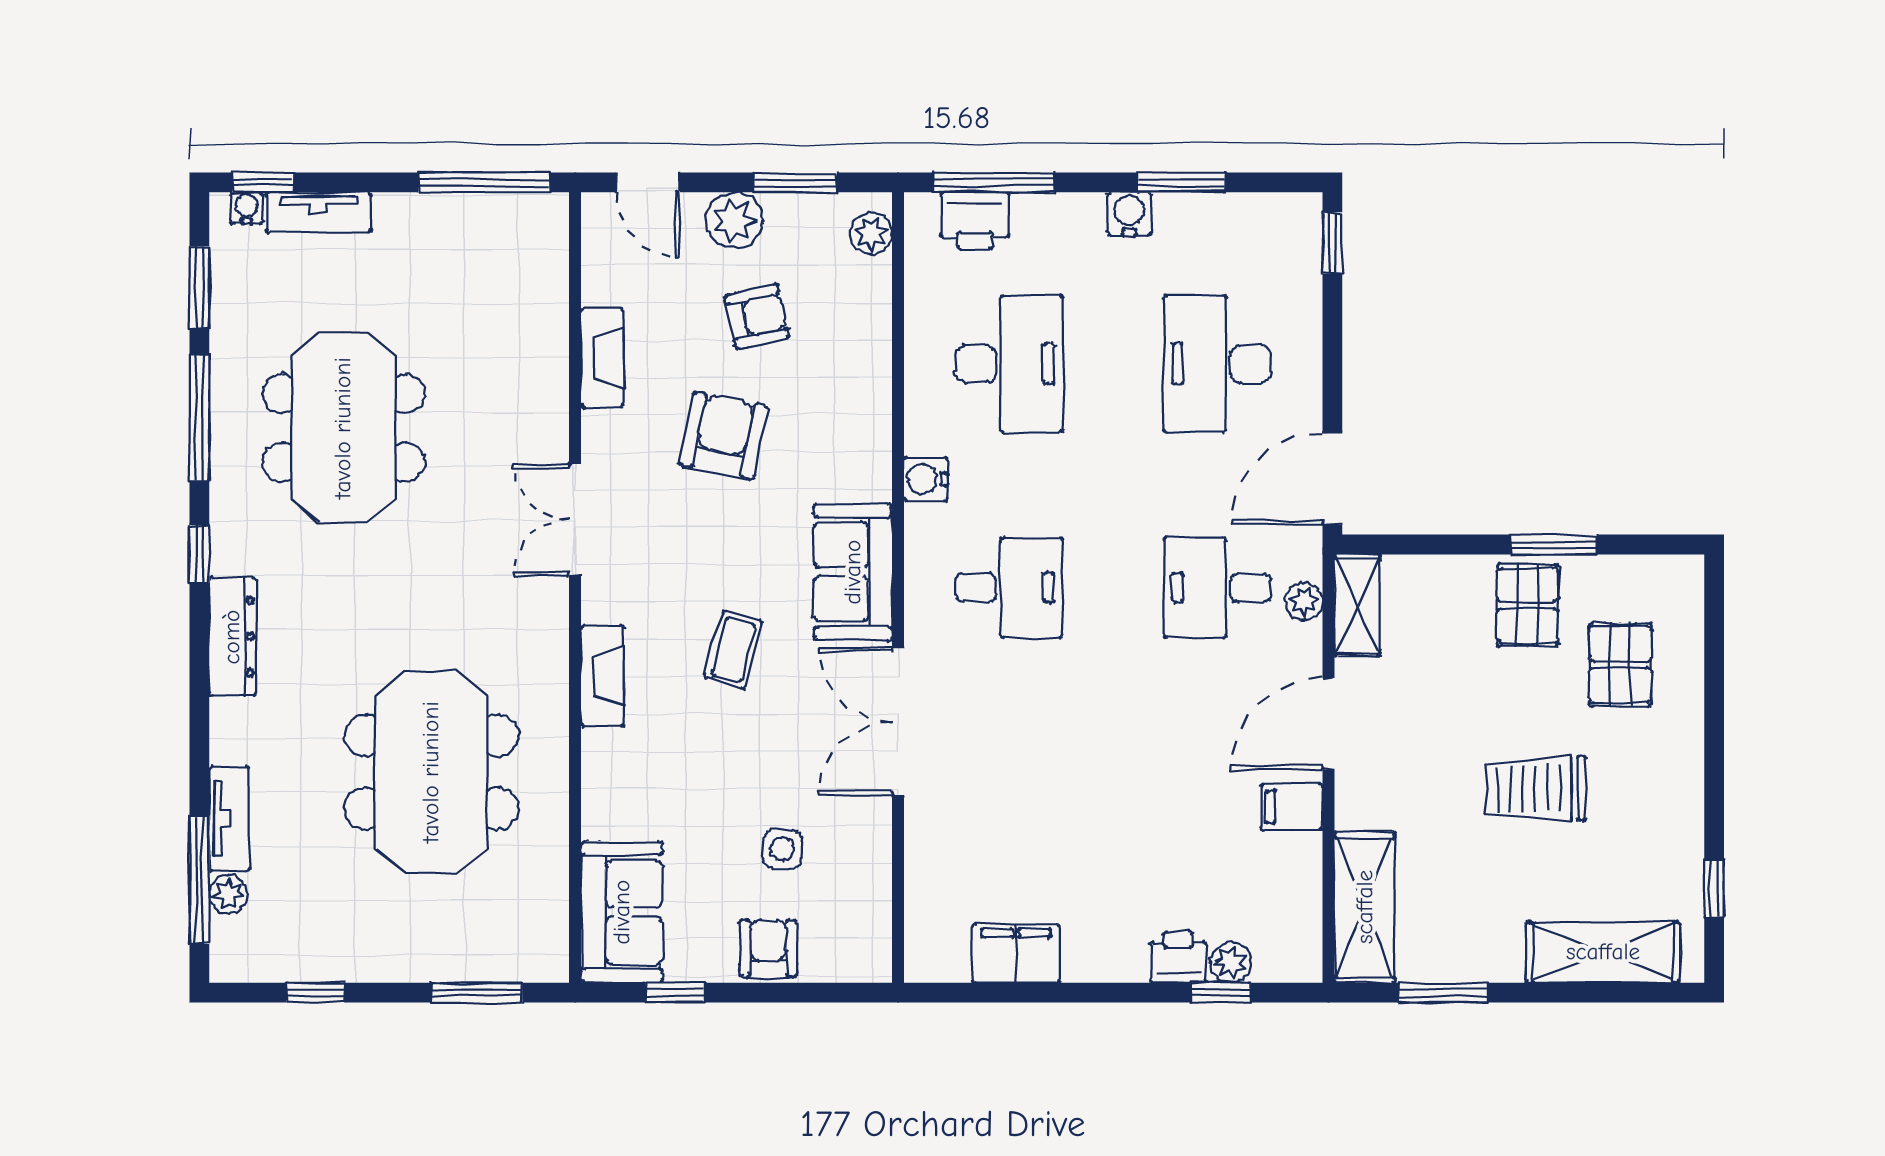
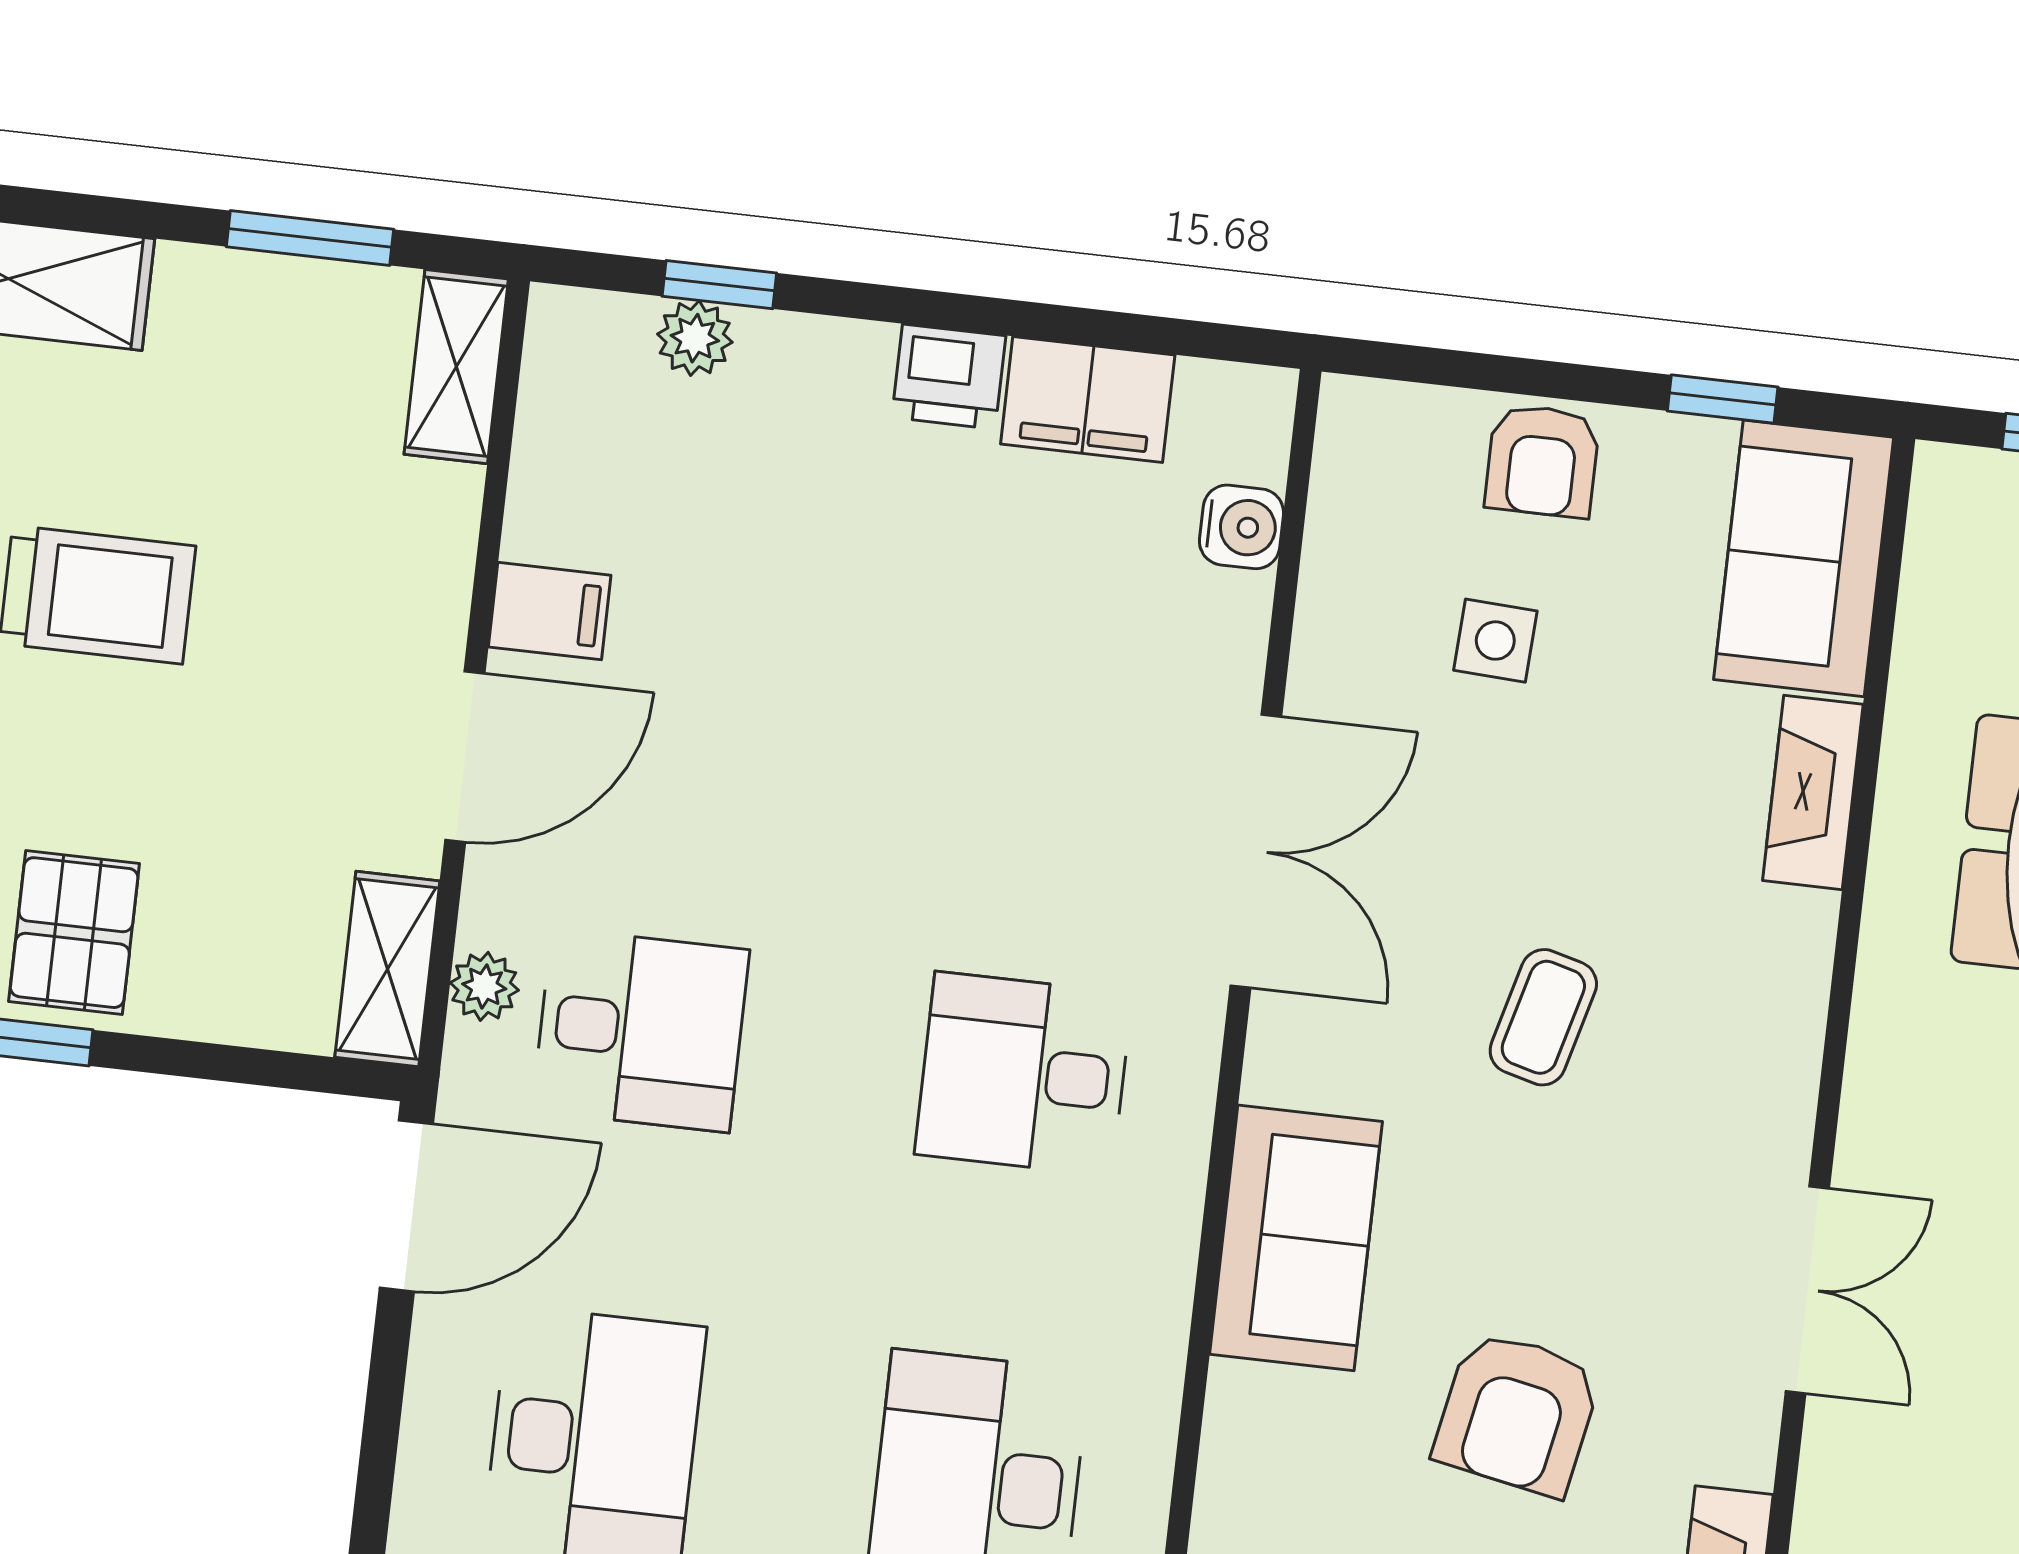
water cooler: (926, 479) -> (1241, 527), moved
sofa: (853, 572) -> (1296, 1238), moved
fireplace: (603, 676) -> (1813, 792), moved
shelving: (1365, 907) -> (456, 367), width x0.67, depth x0.75
printer: (1178, 957) -> (949, 377), moved

